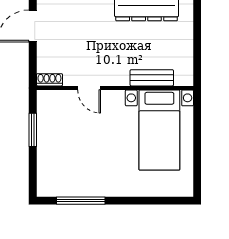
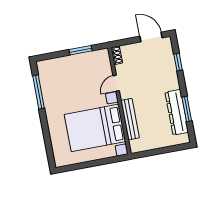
bench: (152, 78) -> (130, 119), width x1.36
bed with nightstands: (159, 130) -> (95, 128), width x1.36

